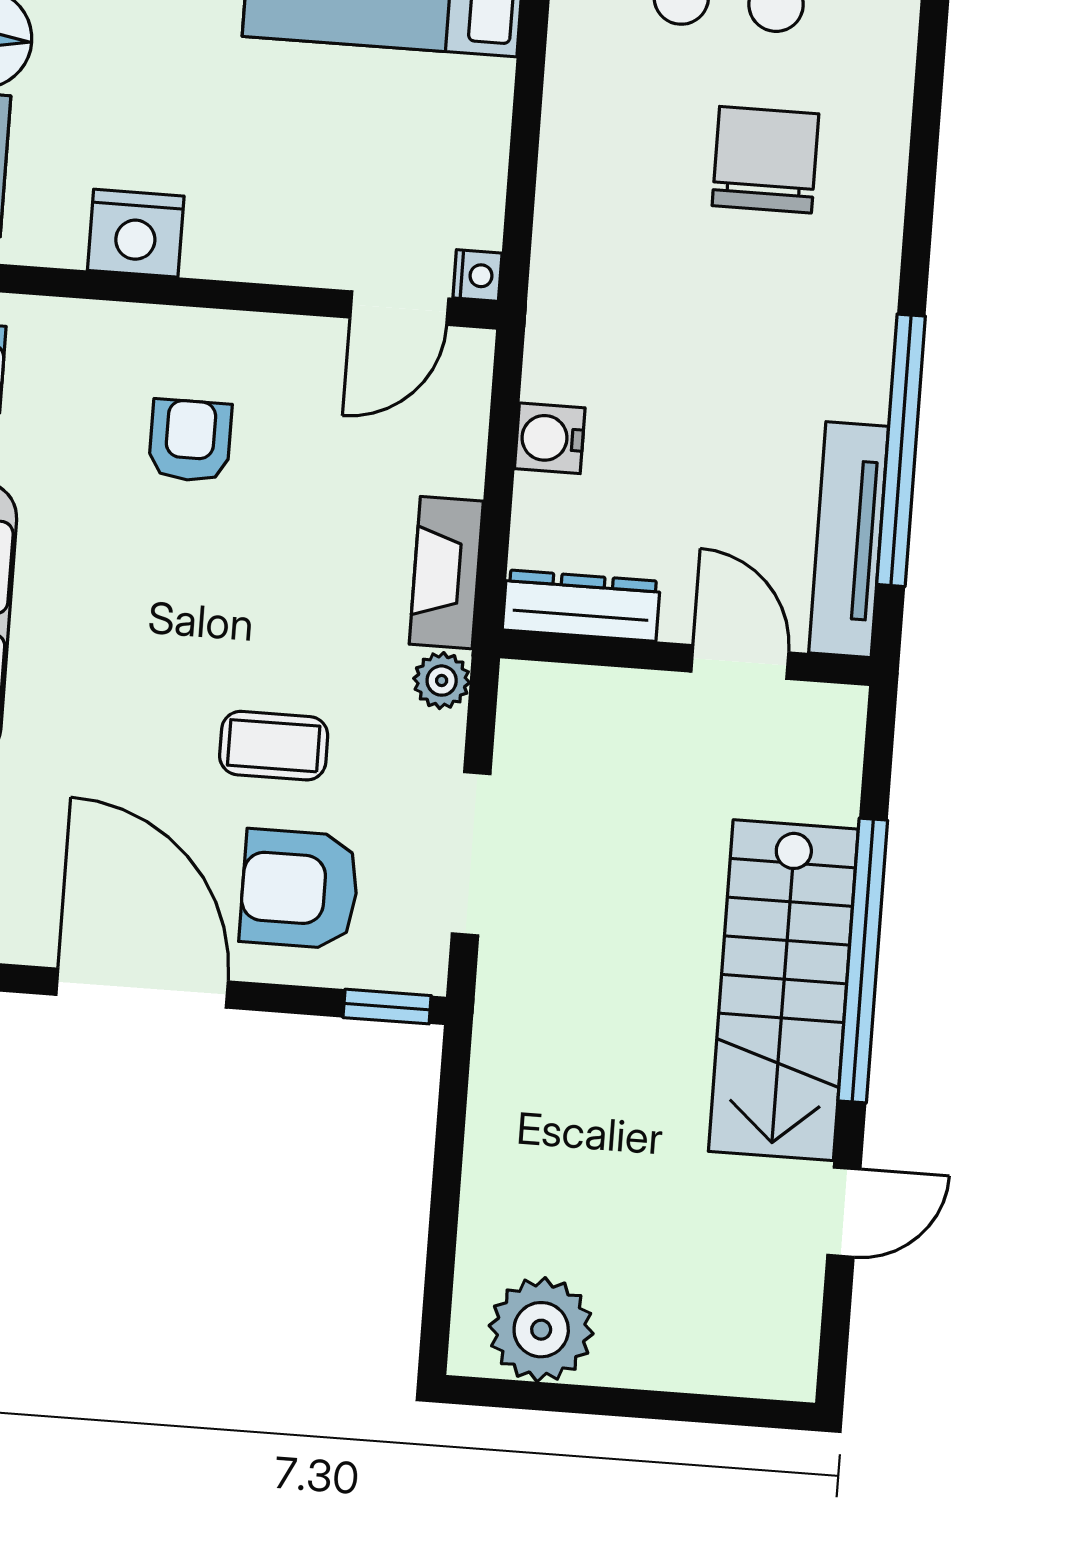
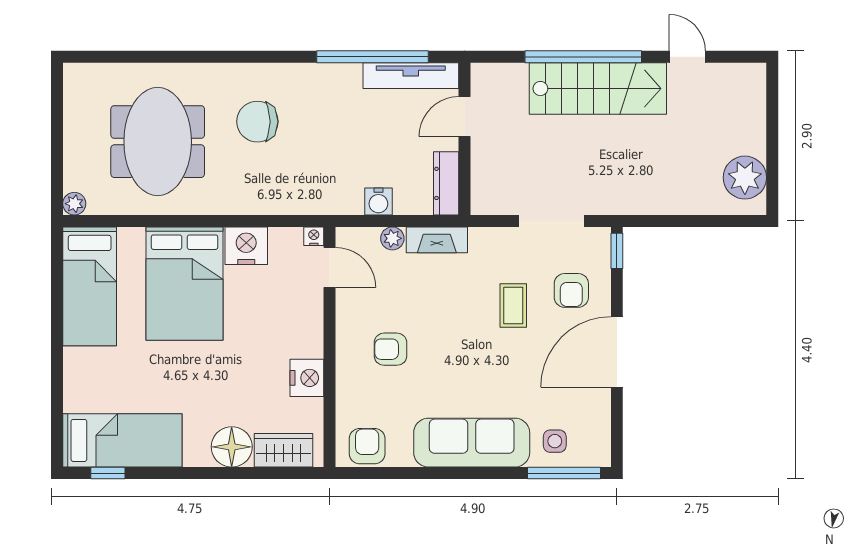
nightstand: (467, 110) -> (246, 246), added
plant: (442, 681) -> (392, 238), moved
armchair: (299, 889) -> (571, 290), width x0.72, depth x0.72

